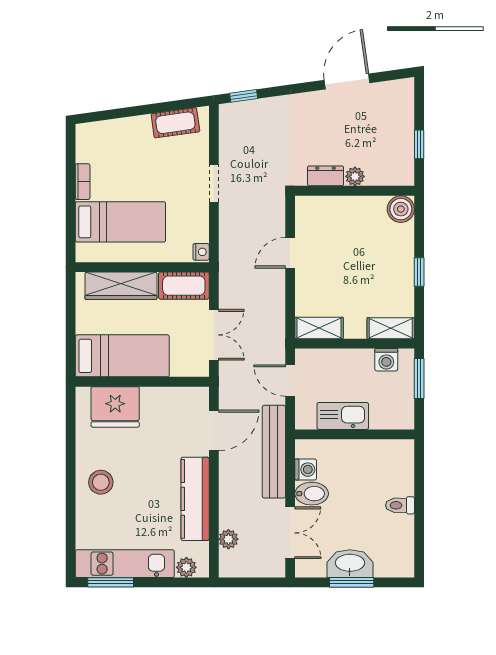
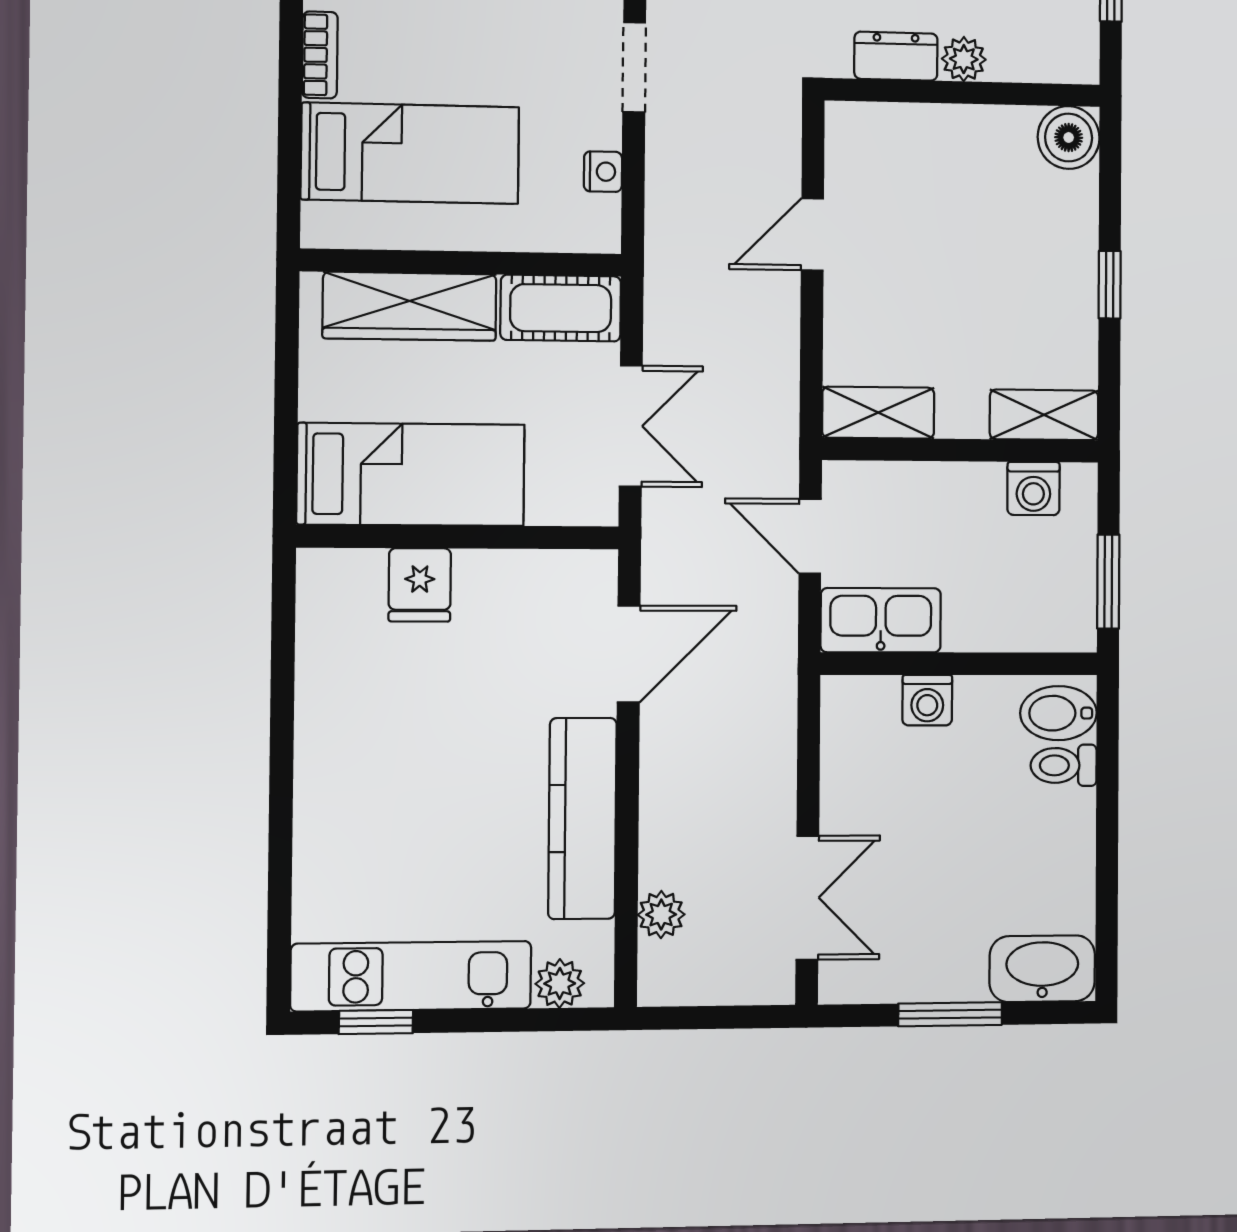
nightstand: (201, 252) -> (603, 172), moved
window: (419, 378) -> (1108, 582), moved
fridge: (115, 407) -> (420, 585), width x0.53, depth x0.75
kitchen sink: (343, 416) -> (881, 620), moved
bench: (274, 452) -> (770, 705), removed
washing machine: (306, 470) -> (927, 700), moved, turned 90
stool: (101, 482) -> (355, 779), removed
bidet: (312, 494) -> (1058, 713), moved, turned 180
toilet: (400, 505) -> (1064, 765), moved
washbasin: (350, 564) -> (1042, 969), moved
window: (111, 582) -> (376, 1022), width x0.67

